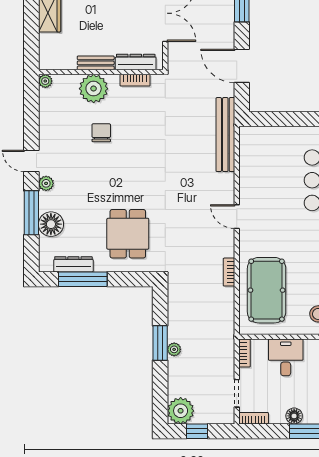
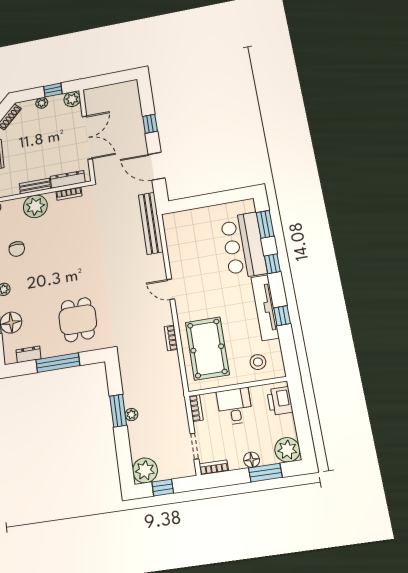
chair: (101, 133) -> (17, 249), moved, turned 180
dresser: (73, 264) -> (29, 354), width x0.70
window: (83, 279) -> (58, 363), moved

